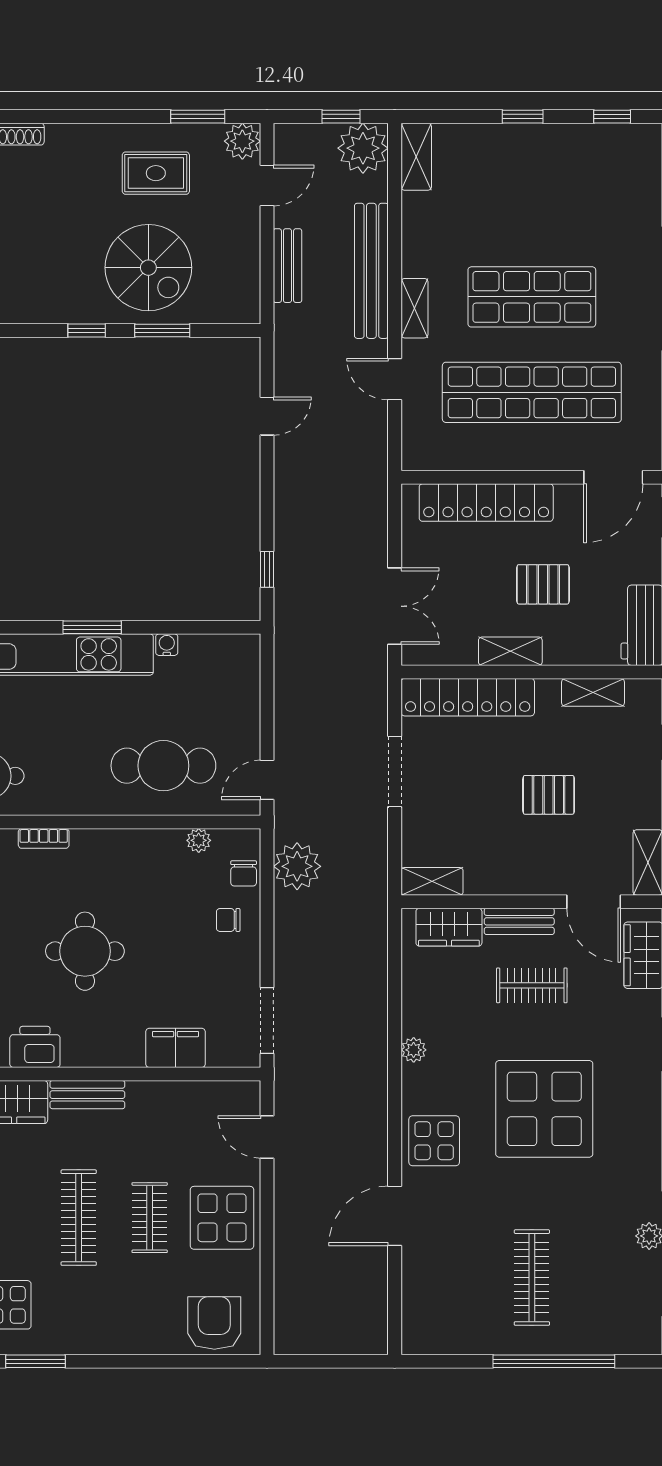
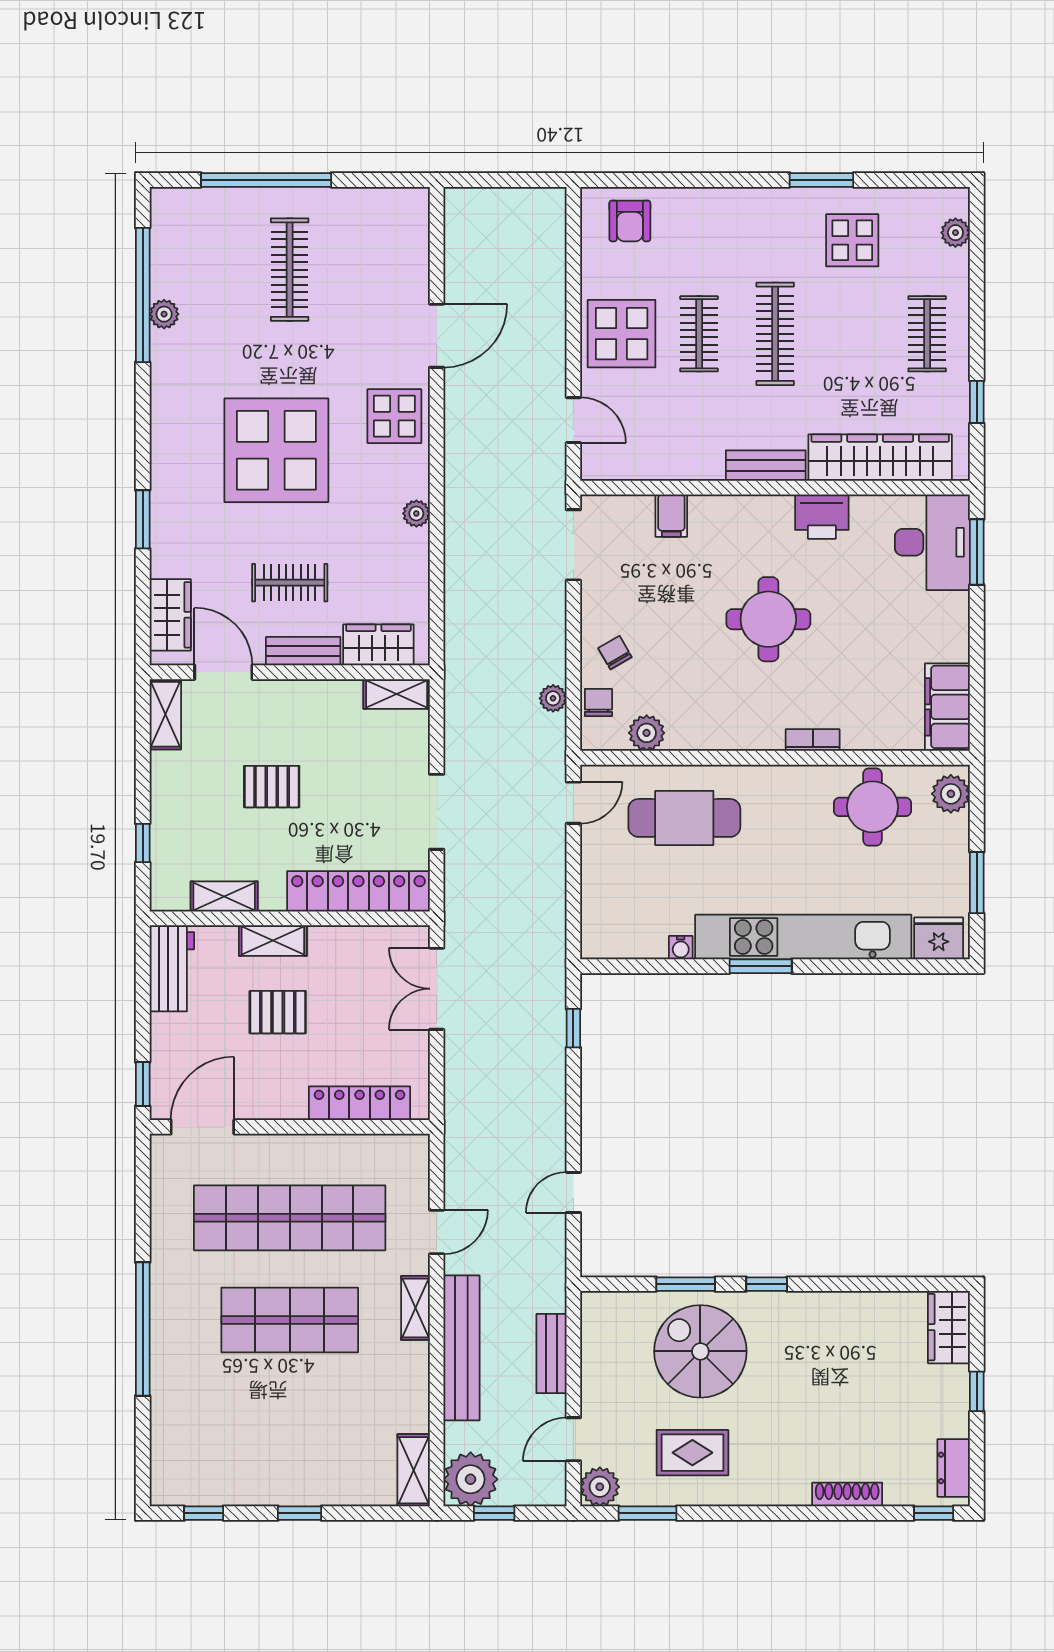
door: (395, 379) -> (437, 1232), hinge flipped
locker: (486, 503) -> (360, 1103), width x0.71, depth x0.83
shelving: (510, 651) -> (273, 940), moved
plant: (199, 840) -> (647, 733), width x1.38, depth x1.38
plant: (297, 866) -> (553, 698), width x0.53, depth x0.53
chair: (228, 920) -> (615, 653), turned -120
filing cabinet: (175, 1048) -> (671, 516), width x0.50
armchair: (214, 1323) -> (630, 221), width x0.72, depth x0.72

